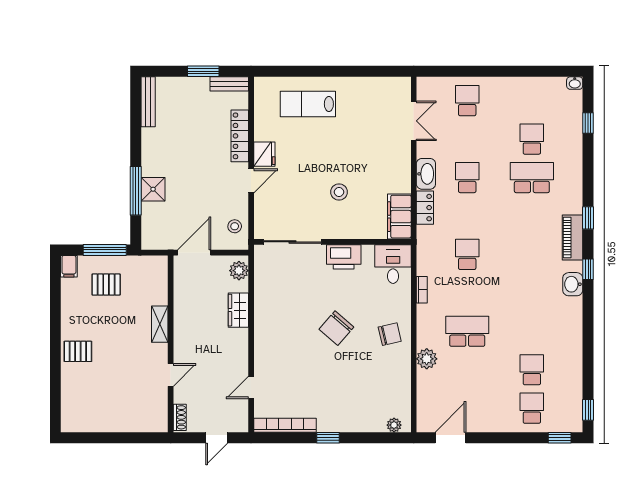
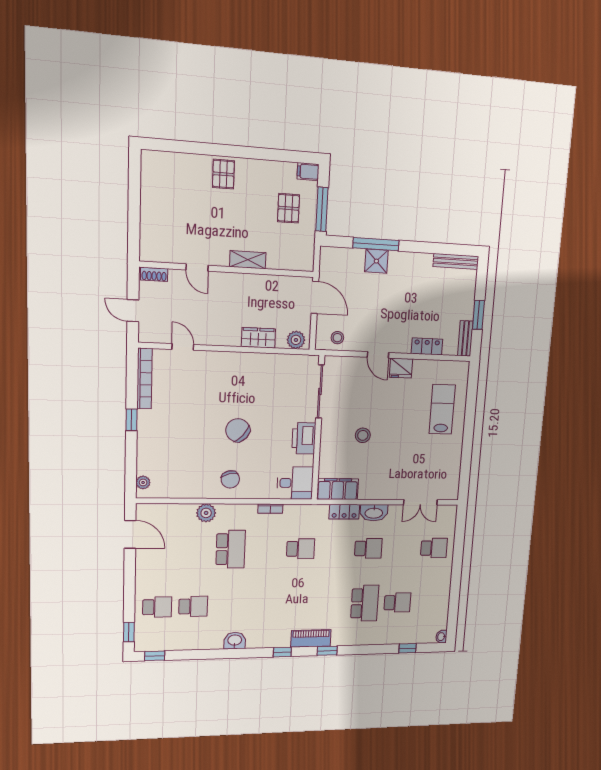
locker: (240, 136) -> (427, 346), width x0.66
washbasin: (573, 284) -> (235, 641), moved

